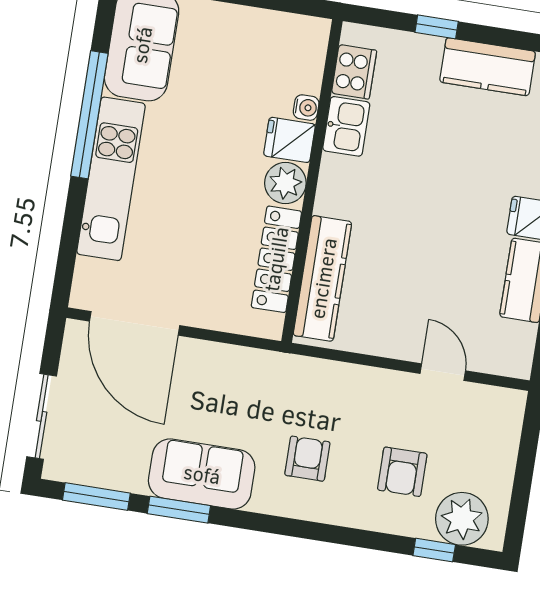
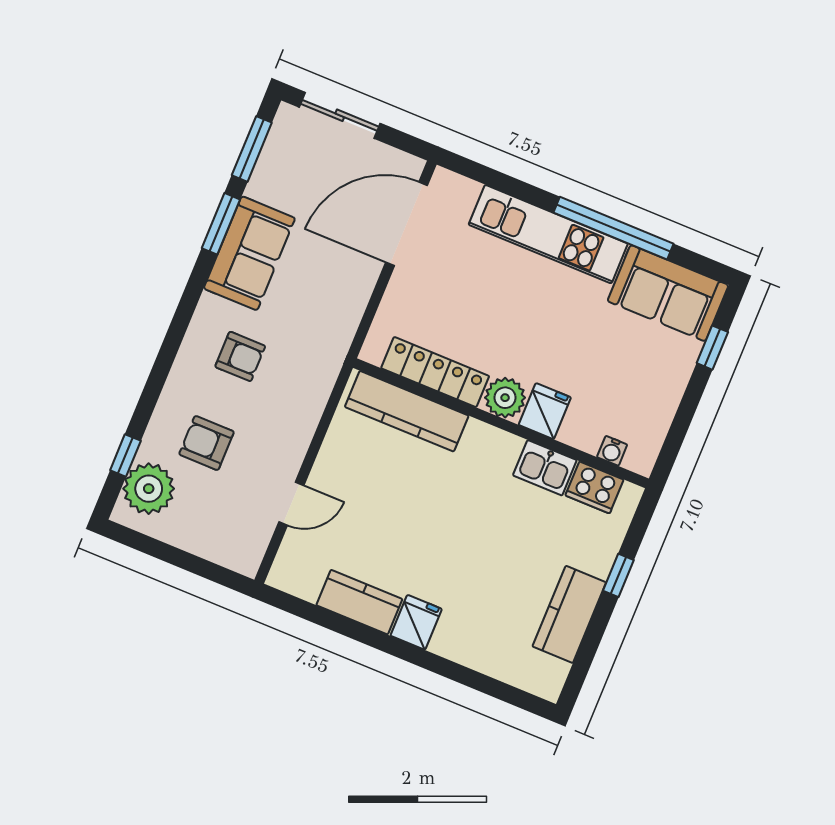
water cooler: (306, 108) -> (612, 451), moved

